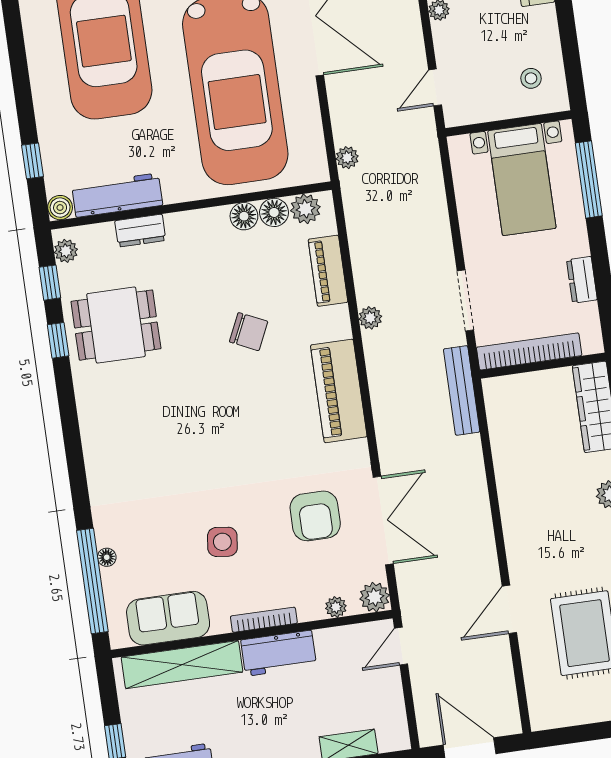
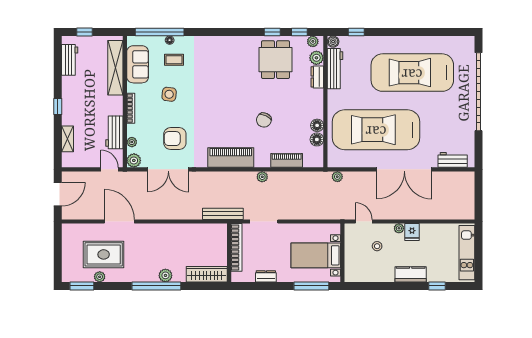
stool: (531, 78) -> (377, 246), moved
plant: (305, 209) -> (316, 58), moved
coffee table: (147, 542) -> (174, 60), added
door: (509, 609) -> (119, 222), width x1.36
workbench: (279, 653) -> (114, 132), moved

